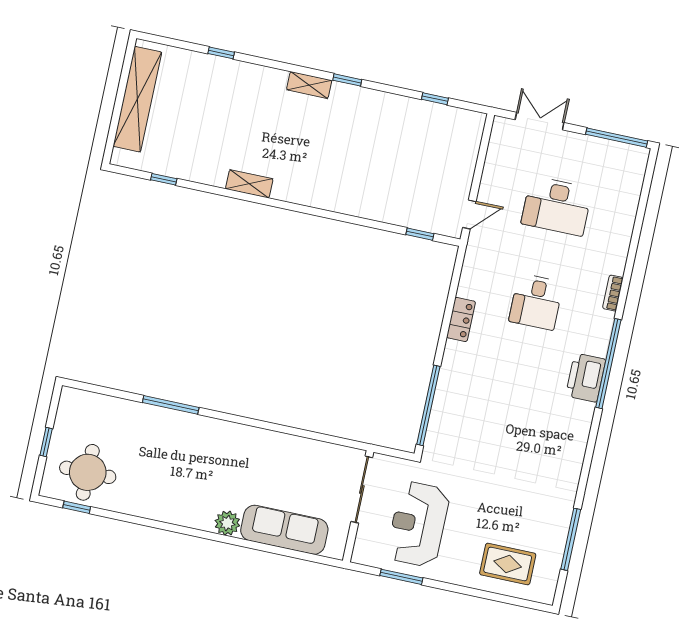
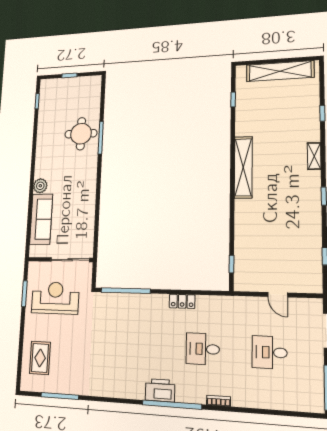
shelving: (309, 85) -> (314, 156), moved
shelving: (249, 184) -> (243, 167), width x2.20, depth x1.33
desk: (557, 206) -> (269, 352), width x0.73
door: (469, 214) -> (278, 295), moved
round table: (88, 472) -> (81, 134), moved

